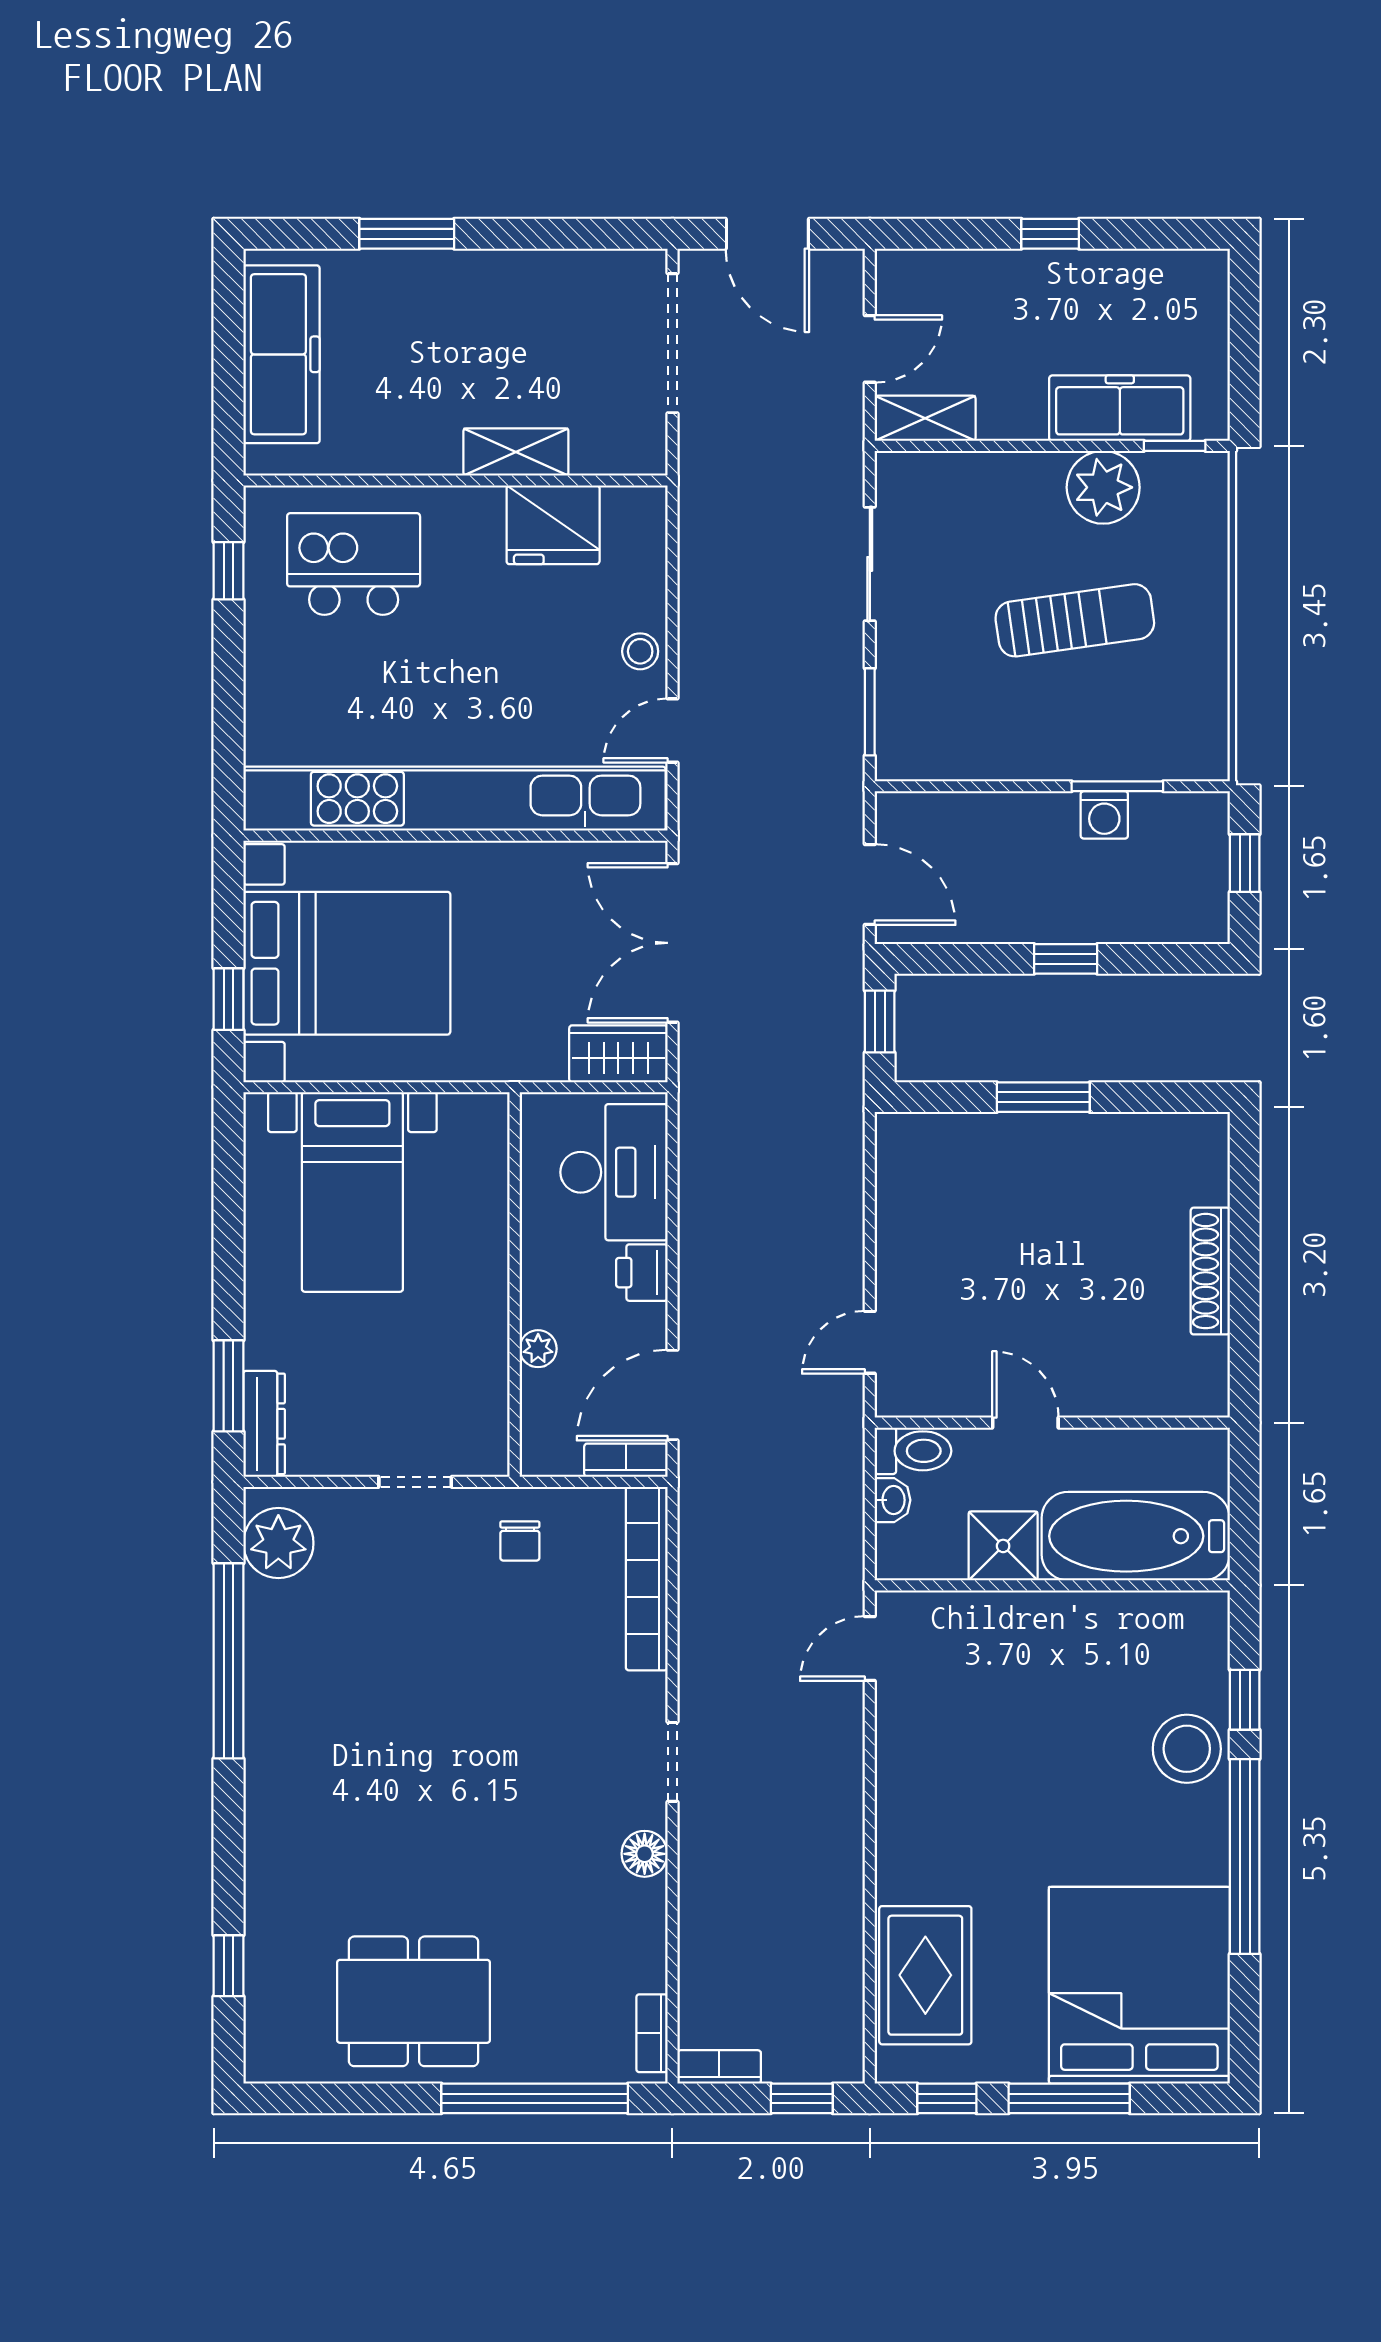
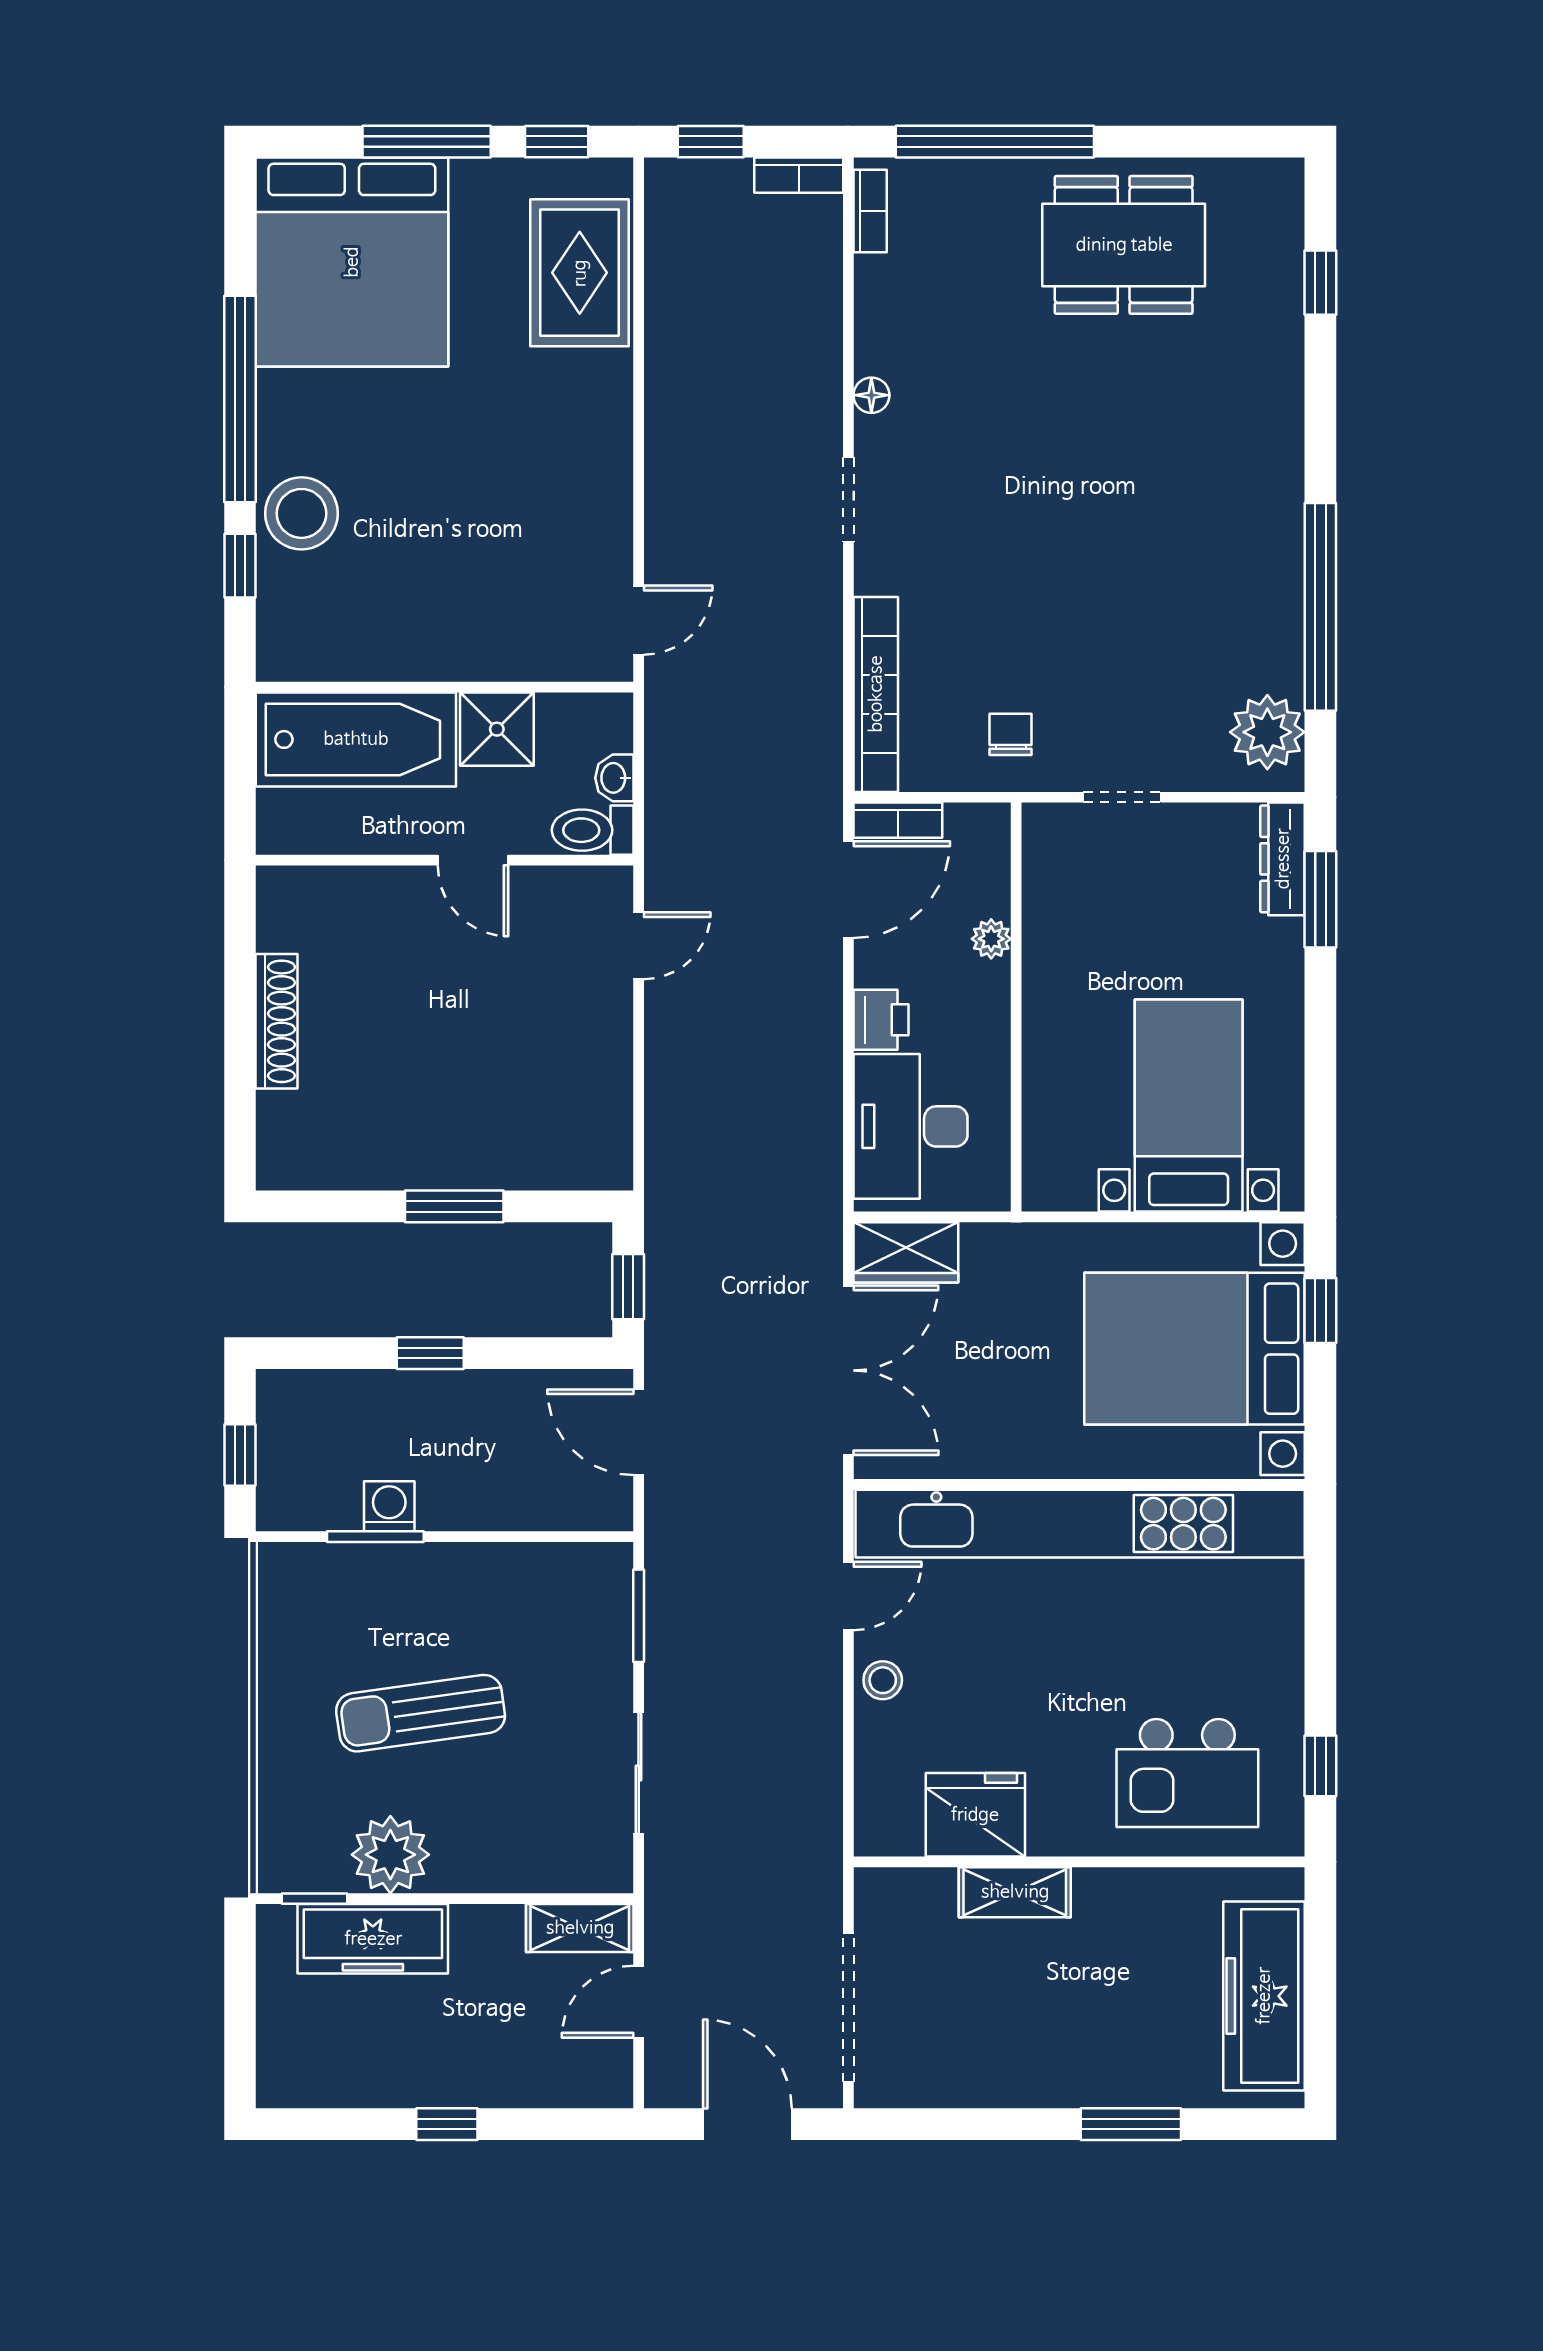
floor lamp: (645, 1854) -> (871, 395), width x0.73, depth x0.73

